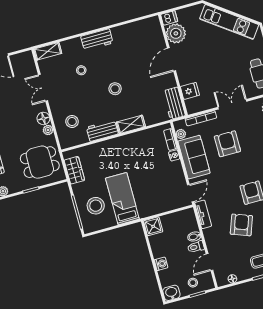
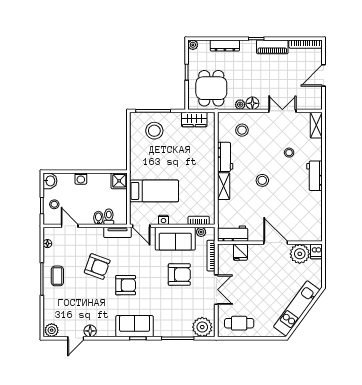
nightstand: (174, 155) -> (163, 220), moved
bed: (122, 199) -> (154, 191), moved
toilet: (196, 247) -> (109, 217), moved

